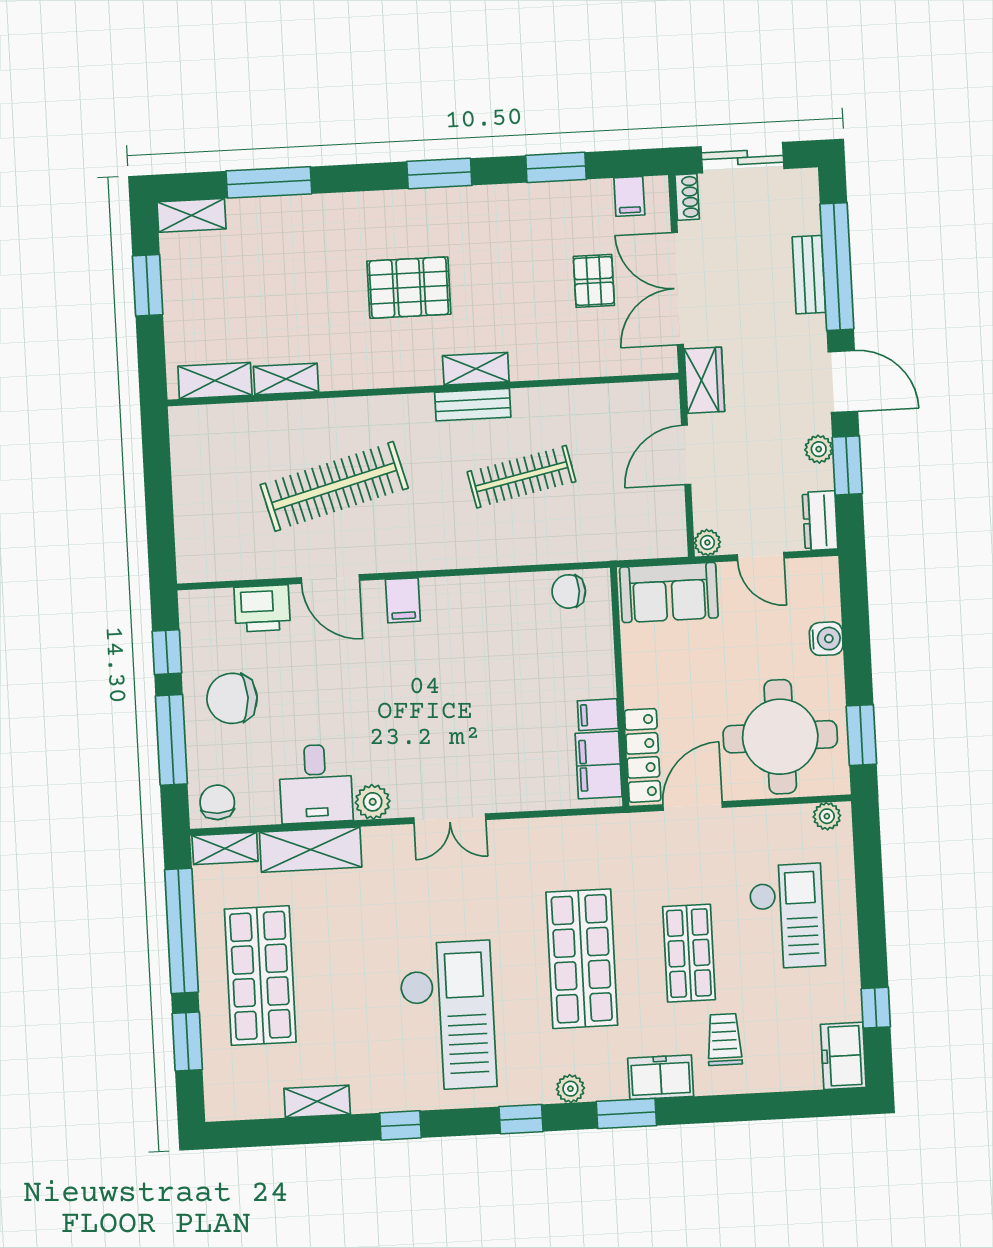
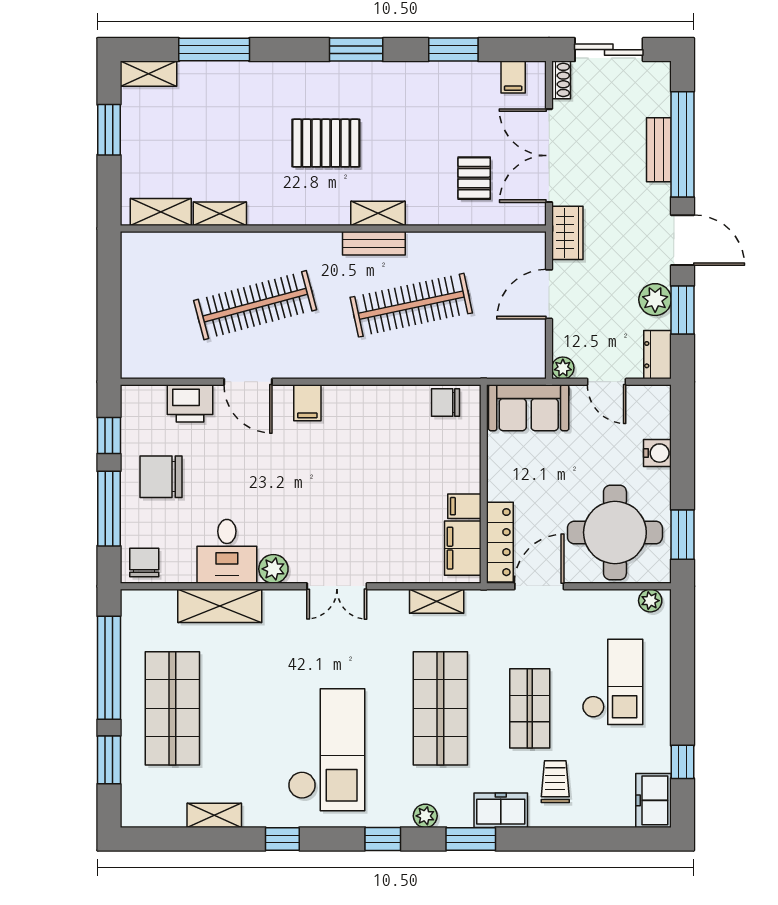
pallet: (594, 281) -> (474, 178), moved
plant: (819, 449) -> (655, 300), width x1.38, depth x1.38
clothes rail: (522, 477) -> (411, 305), width x1.37, depth x1.31
shelving: (225, 848) -> (437, 601), moved

